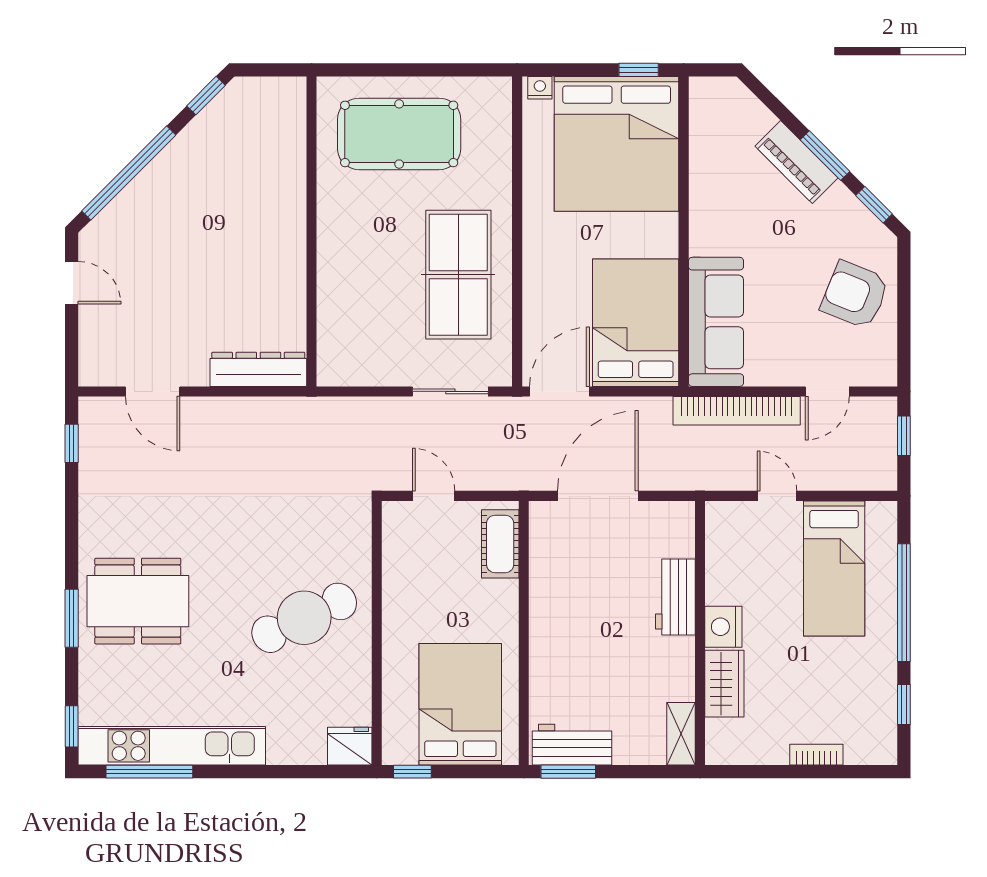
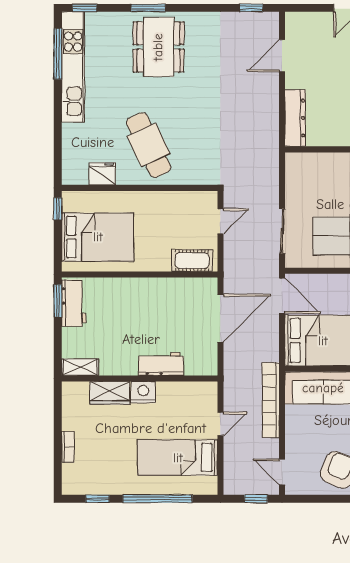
door: (827, 391) -> (282, 472), moved
door: (598, 496) -> (220, 318), hinge flipped
fridge: (350, 746) -> (102, 174), moved, turned -90

